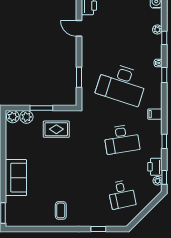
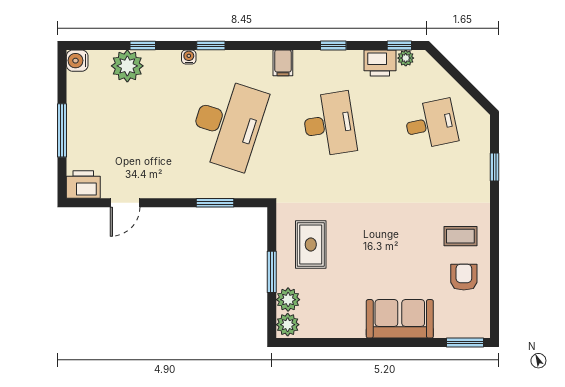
plant: (157, 30) -> (127, 66), width x1.88, depth x1.88
armchair: (39, 212) -> (464, 277), added

